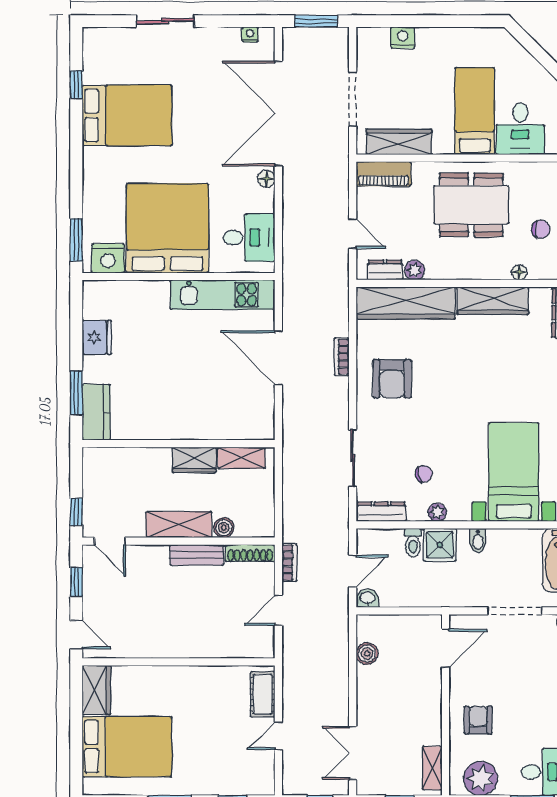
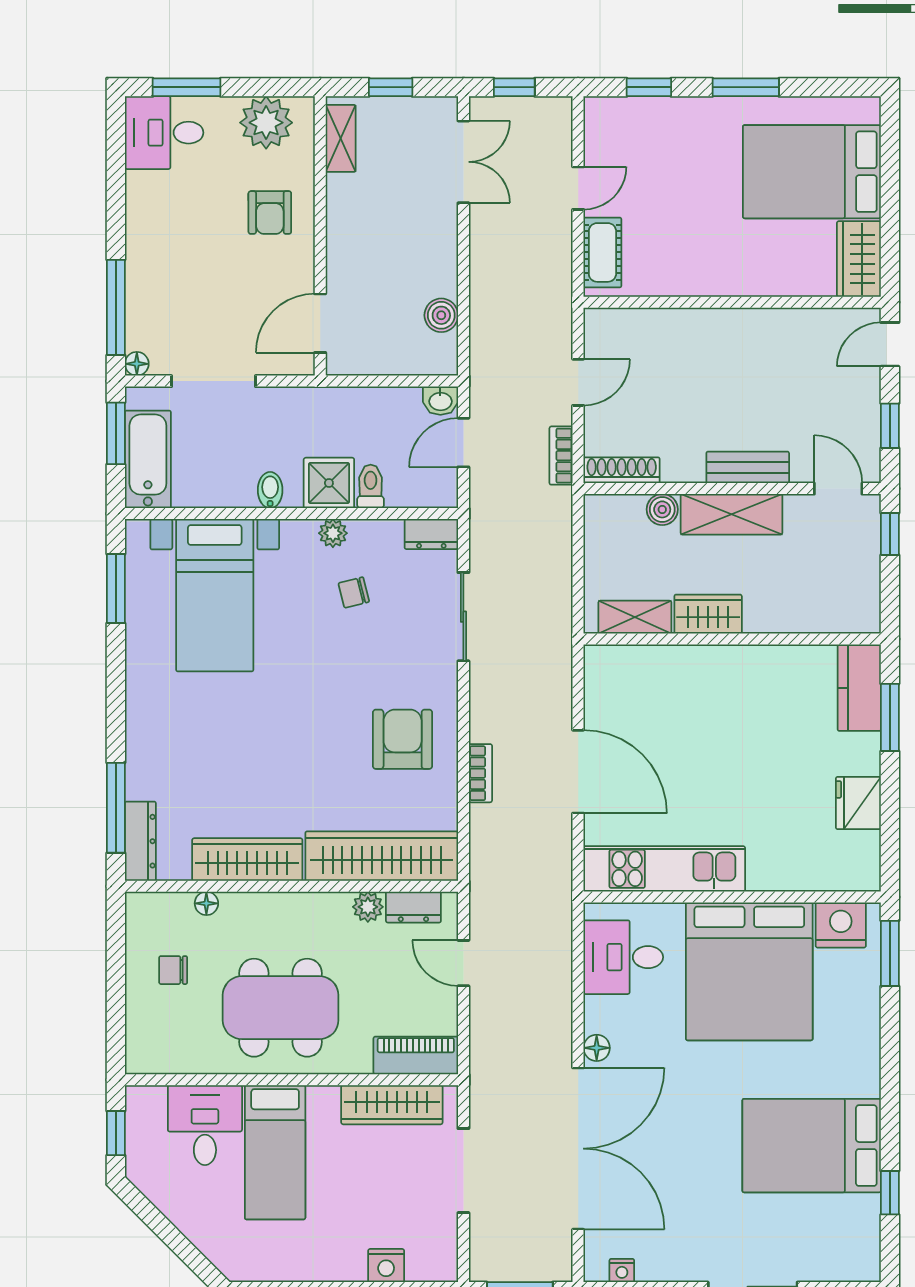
dresser: (381, 512) -> (431, 534), width x0.70
bench: (197, 555) -> (748, 467), moved
door: (76, 635) -> (890, 344), hinge flipped

